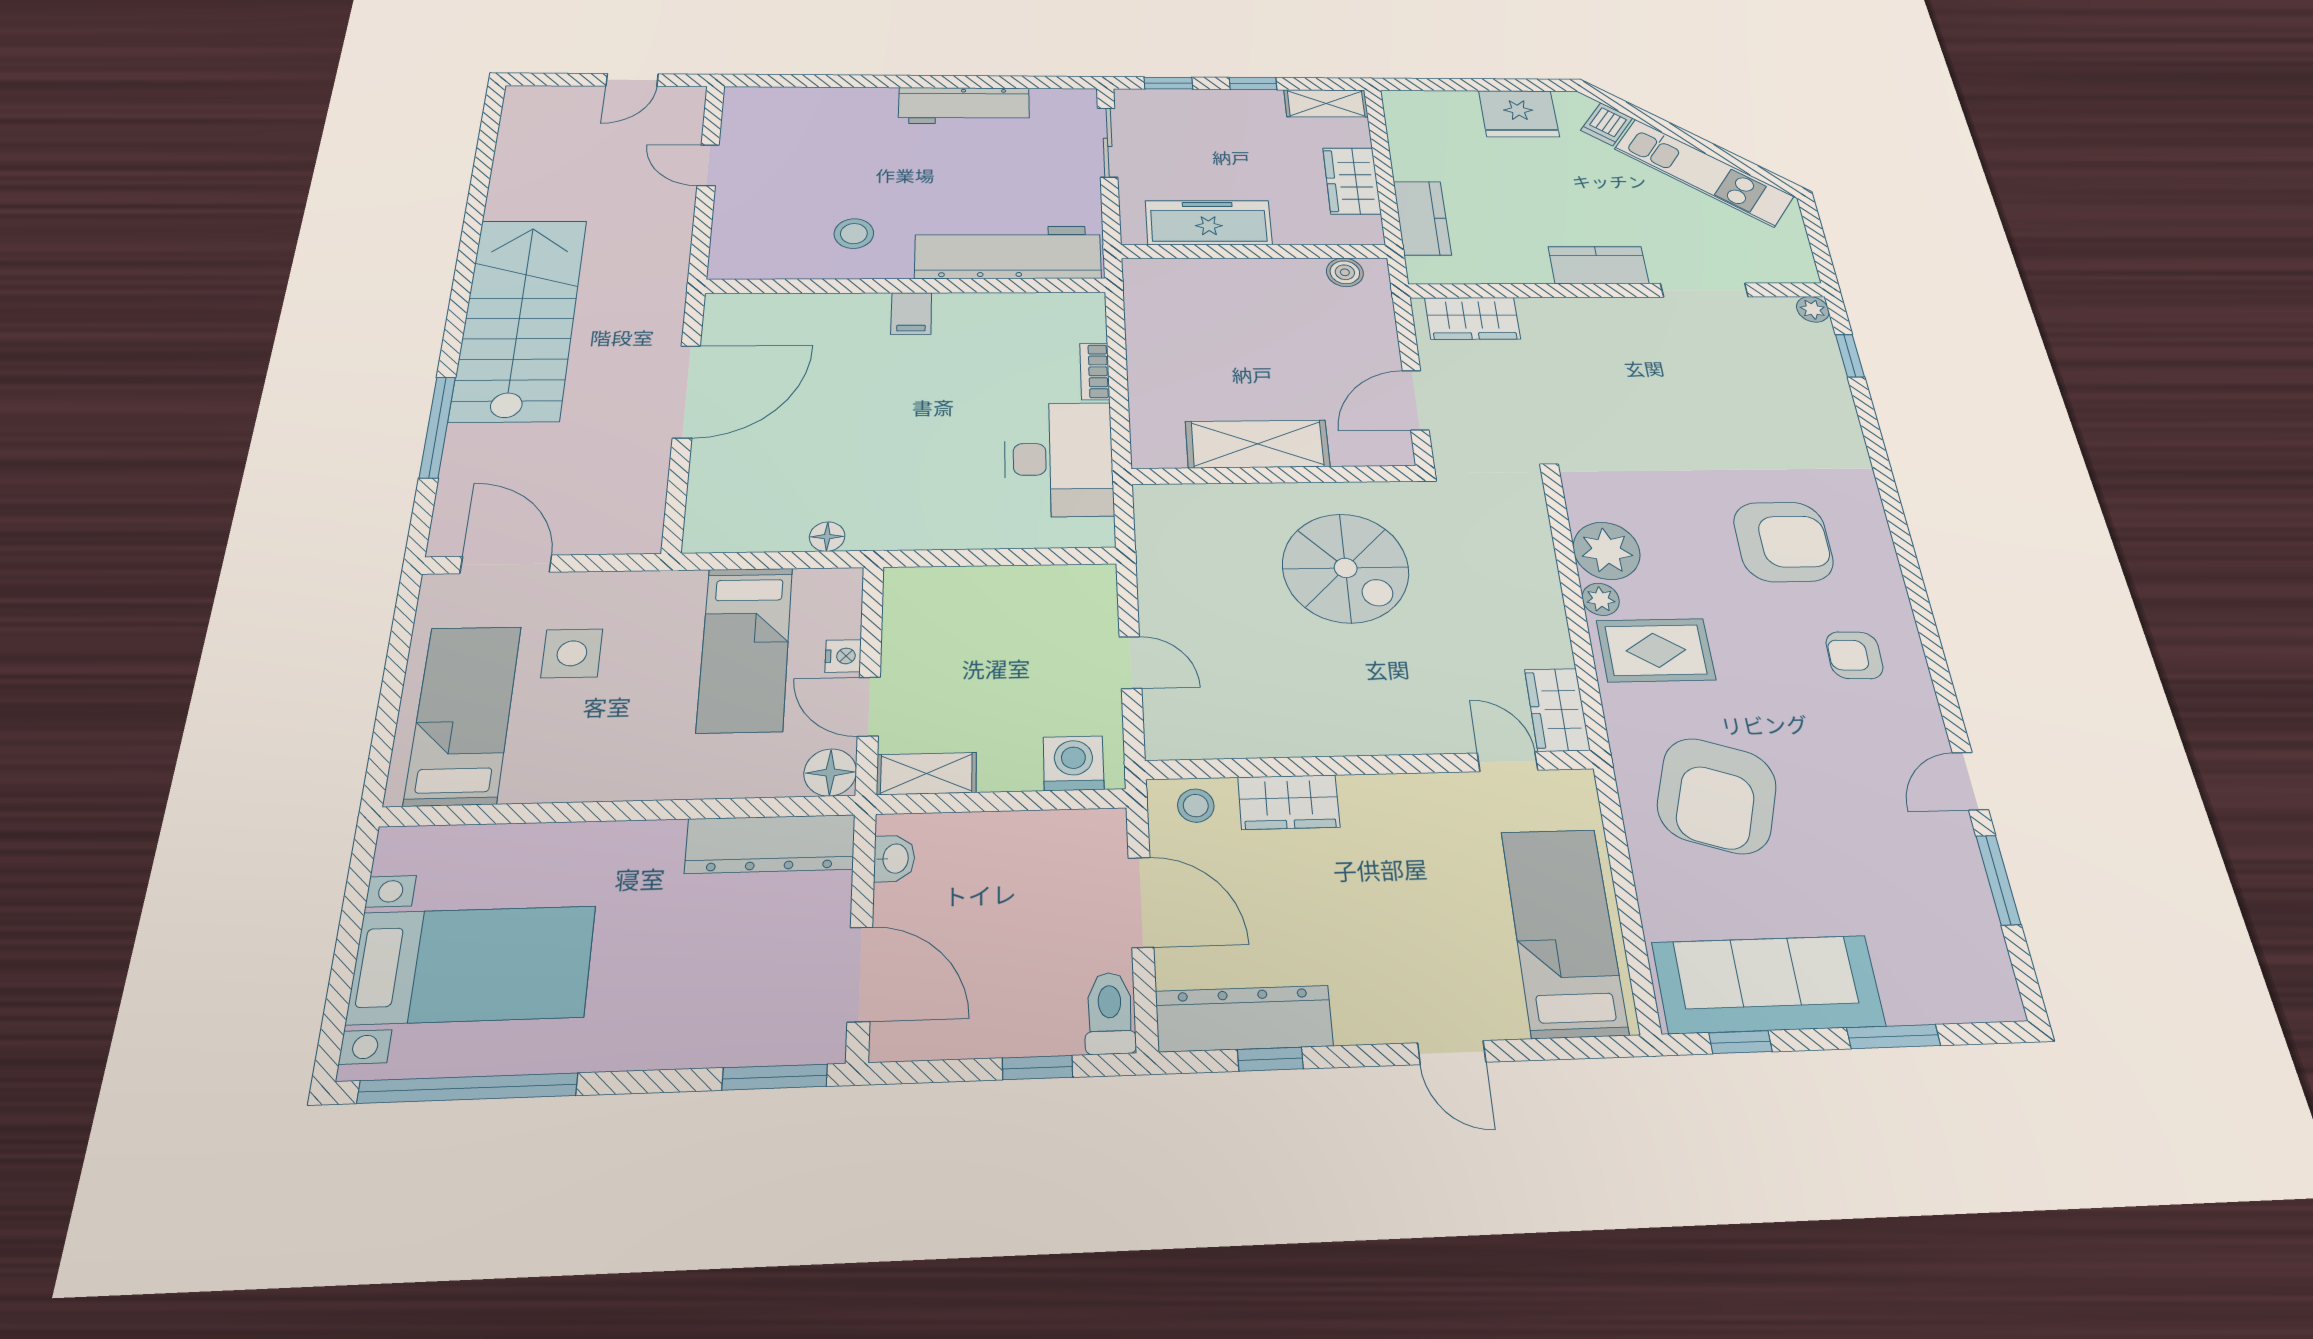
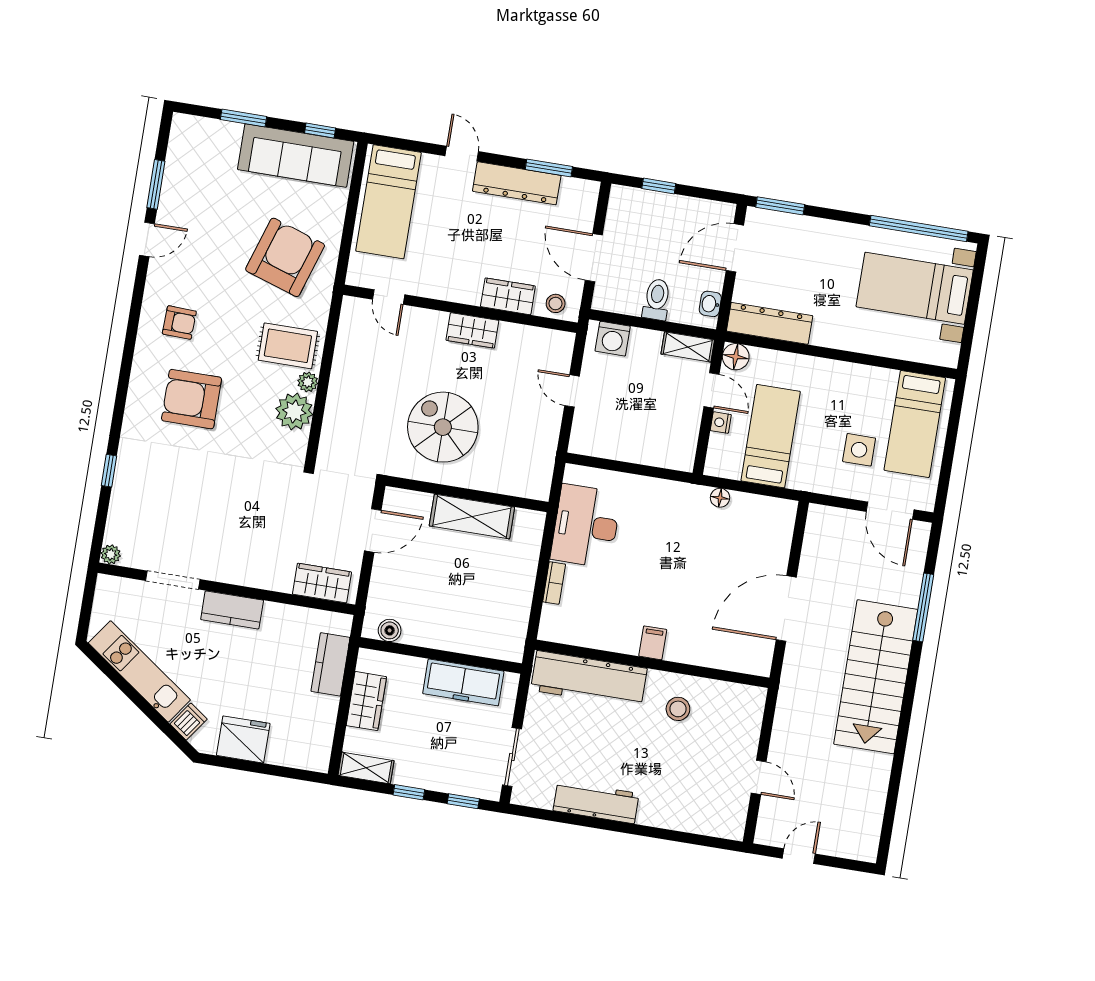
window: (1850, 356) -> (109, 471), moved
wardrobe: (1557, 710) -> (472, 330), moved, turned 90
door: (860, 974) -> (735, 248), hinge flipped
toilet: (1110, 1013) -> (657, 299), moved, turned 180
dresser: (1244, 1019) -> (517, 183), moved
window: (1270, 1059) -> (549, 168), width x1.50

